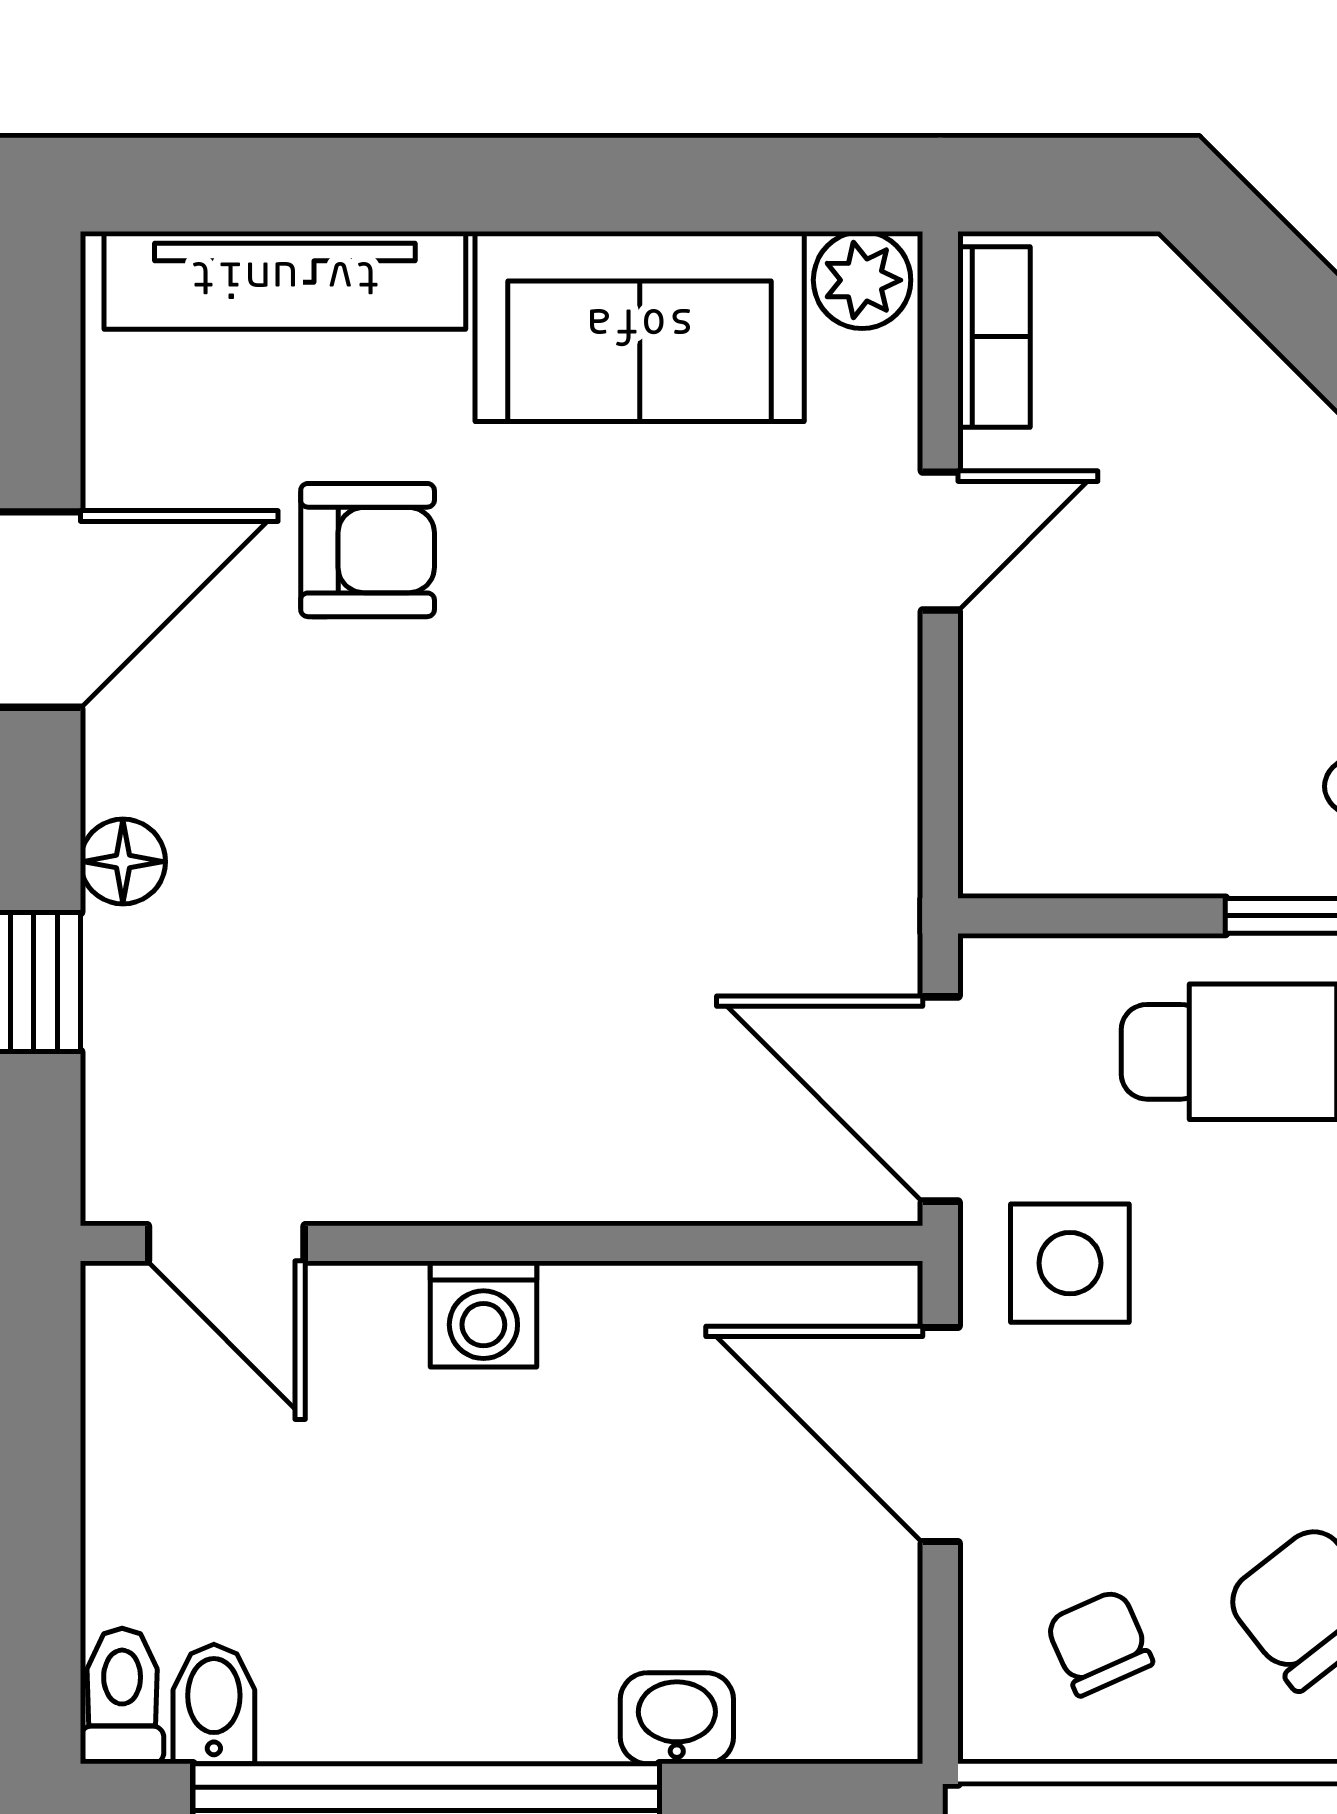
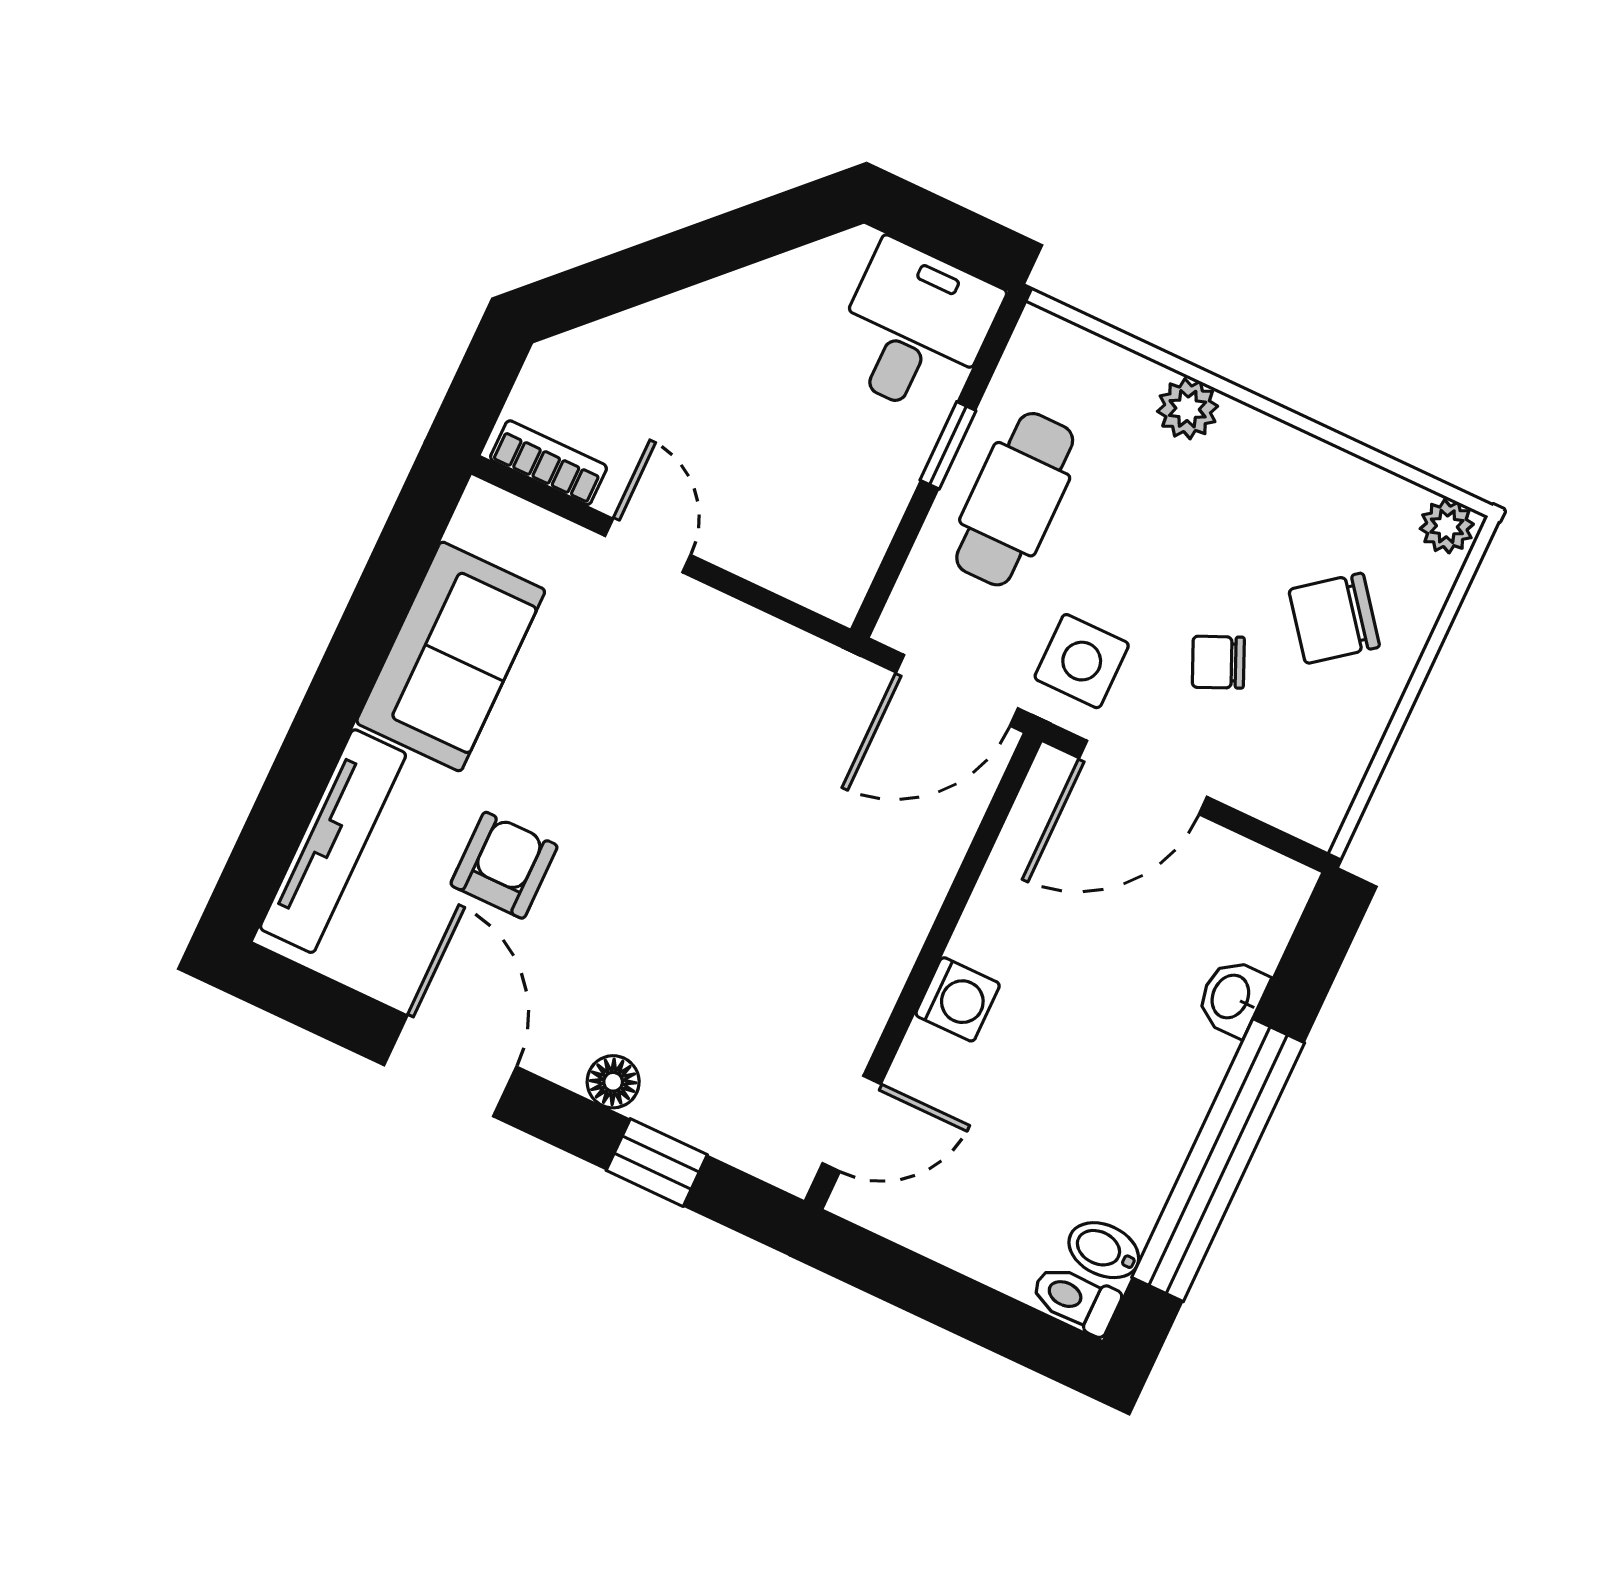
plant: (862, 280) -> (483, 521), removed
chair: (1099, 1643) -> (1218, 662), moved

